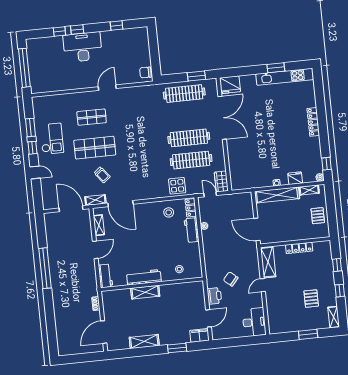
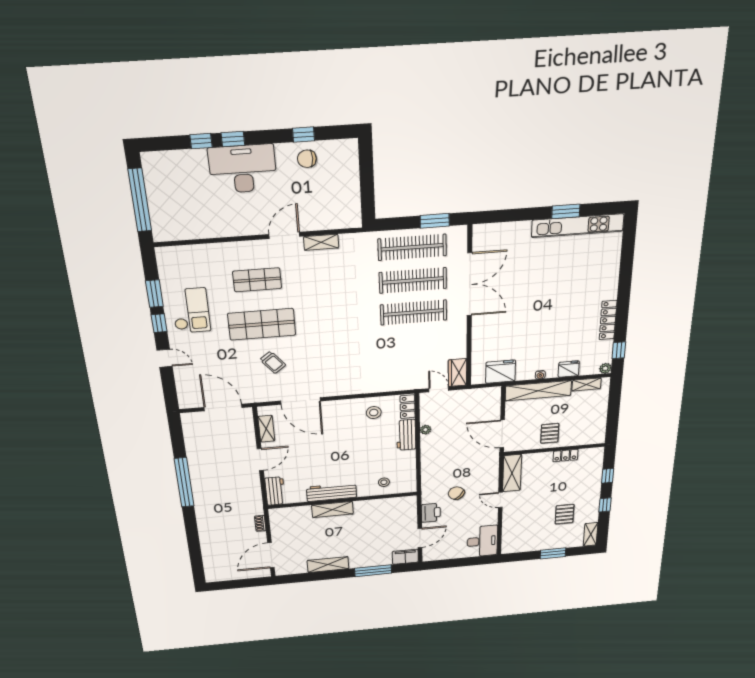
chair: (145, 72) -> (307, 159), moved
fridge: (230, 85) -> (501, 372), moved, turned 180
locker: (313, 122) -> (608, 320), moved
clothes rail: (191, 160) -> (413, 280), moved
display table: (177, 186) -> (390, 378), removed
shelving: (95, 200) -> (321, 242), moved
pallet: (318, 216) -> (550, 433), moved
locker: (299, 248) -> (565, 456), width x0.66
door: (263, 285) -> (500, 500), hinge flipped
window: (177, 348) -> (373, 571), width x1.44

